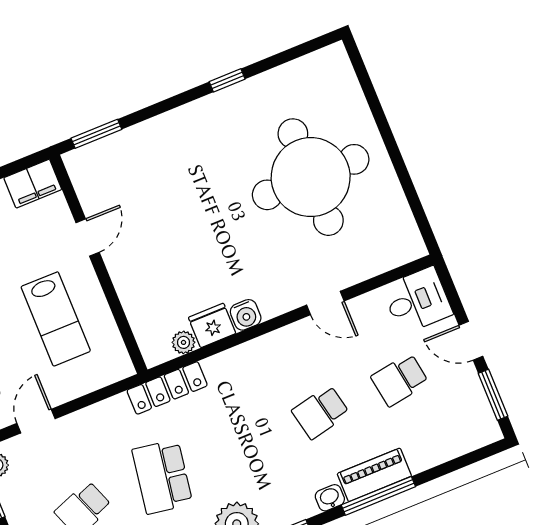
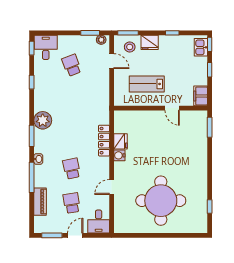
window: (227, 80) -> (210, 206), moved
plant: (184, 342) -> (118, 128), removed
locker: (167, 388) -> (104, 141), moved
piano: (374, 475) -> (40, 202), moved
school desk: (162, 477) -> (72, 100), removed

